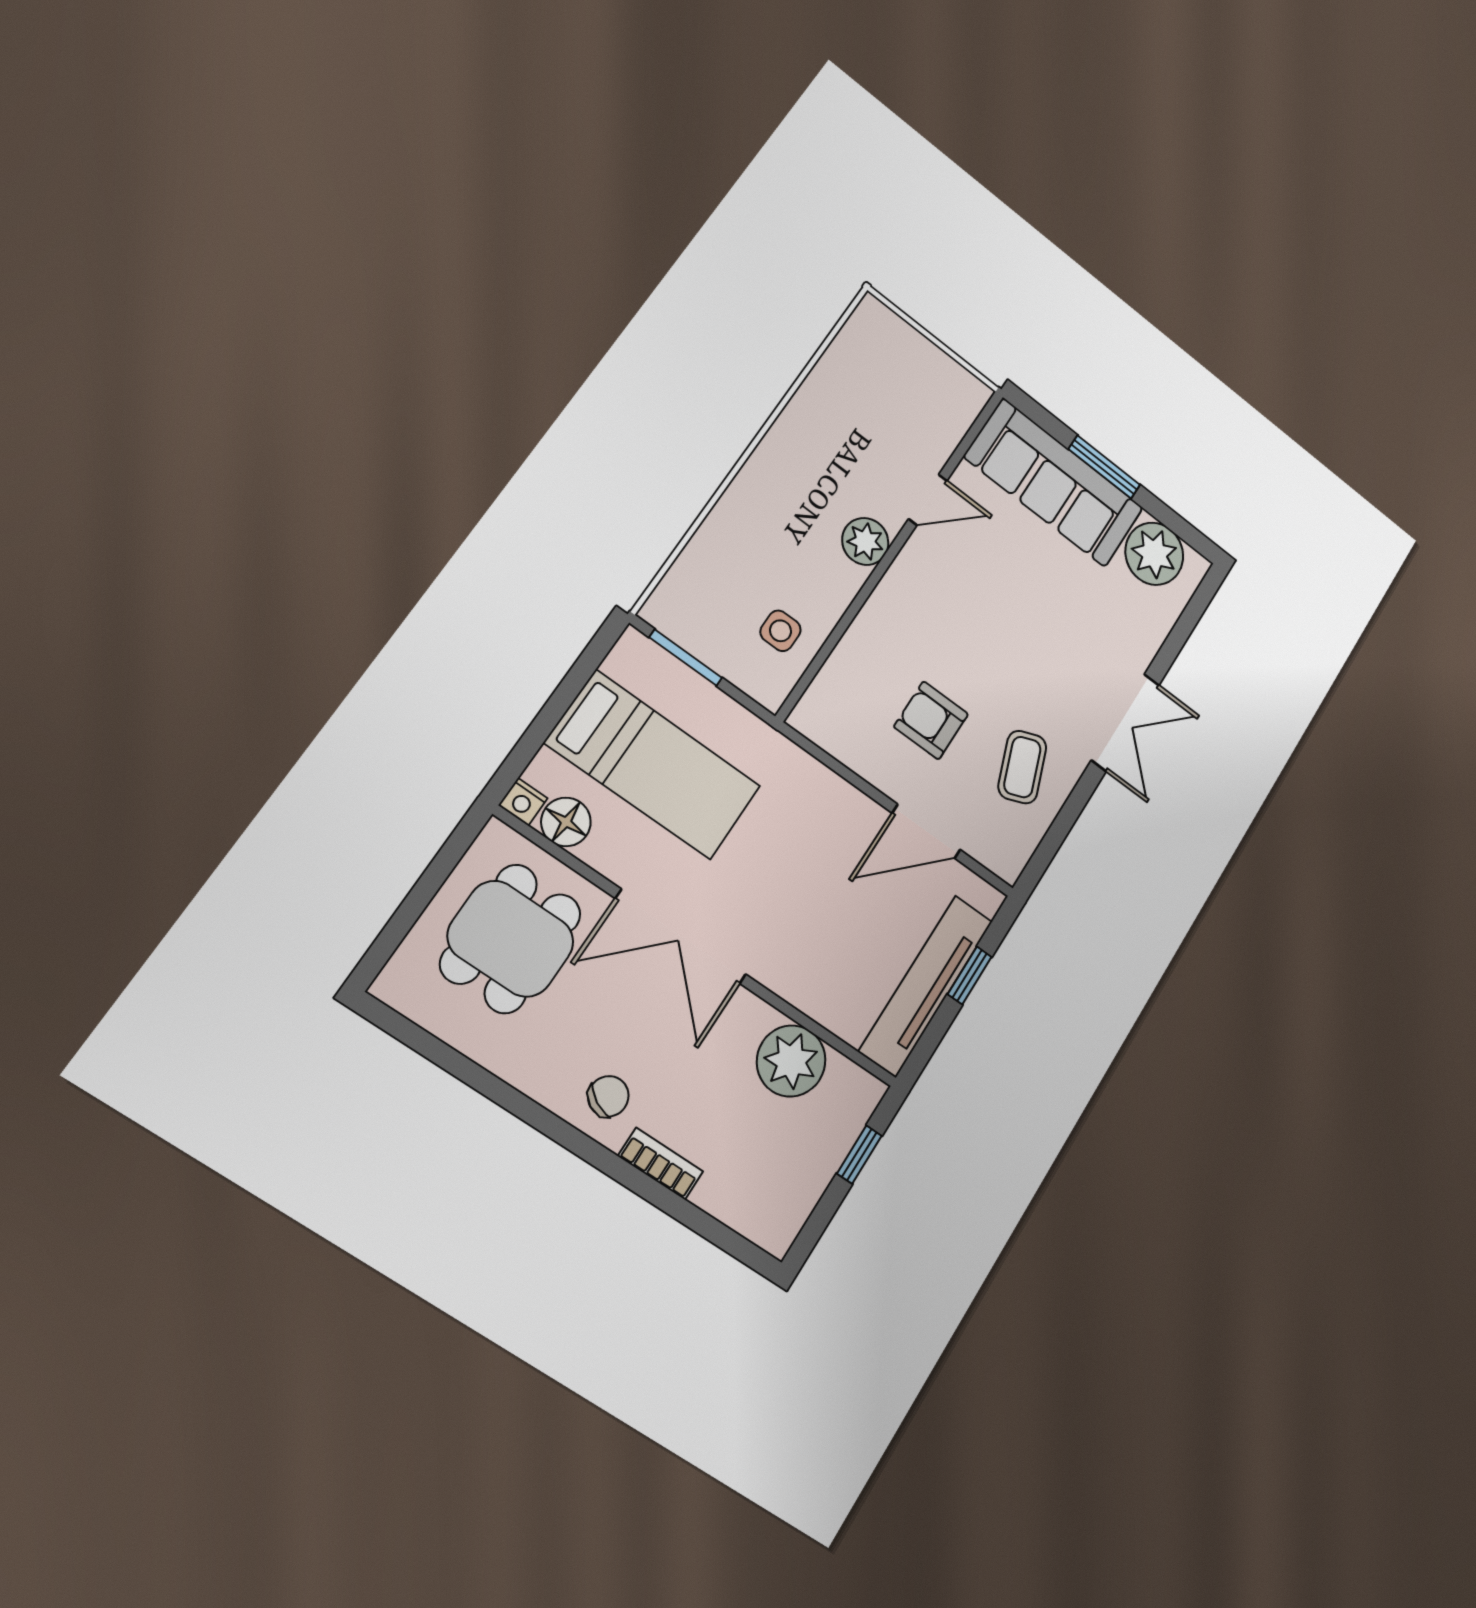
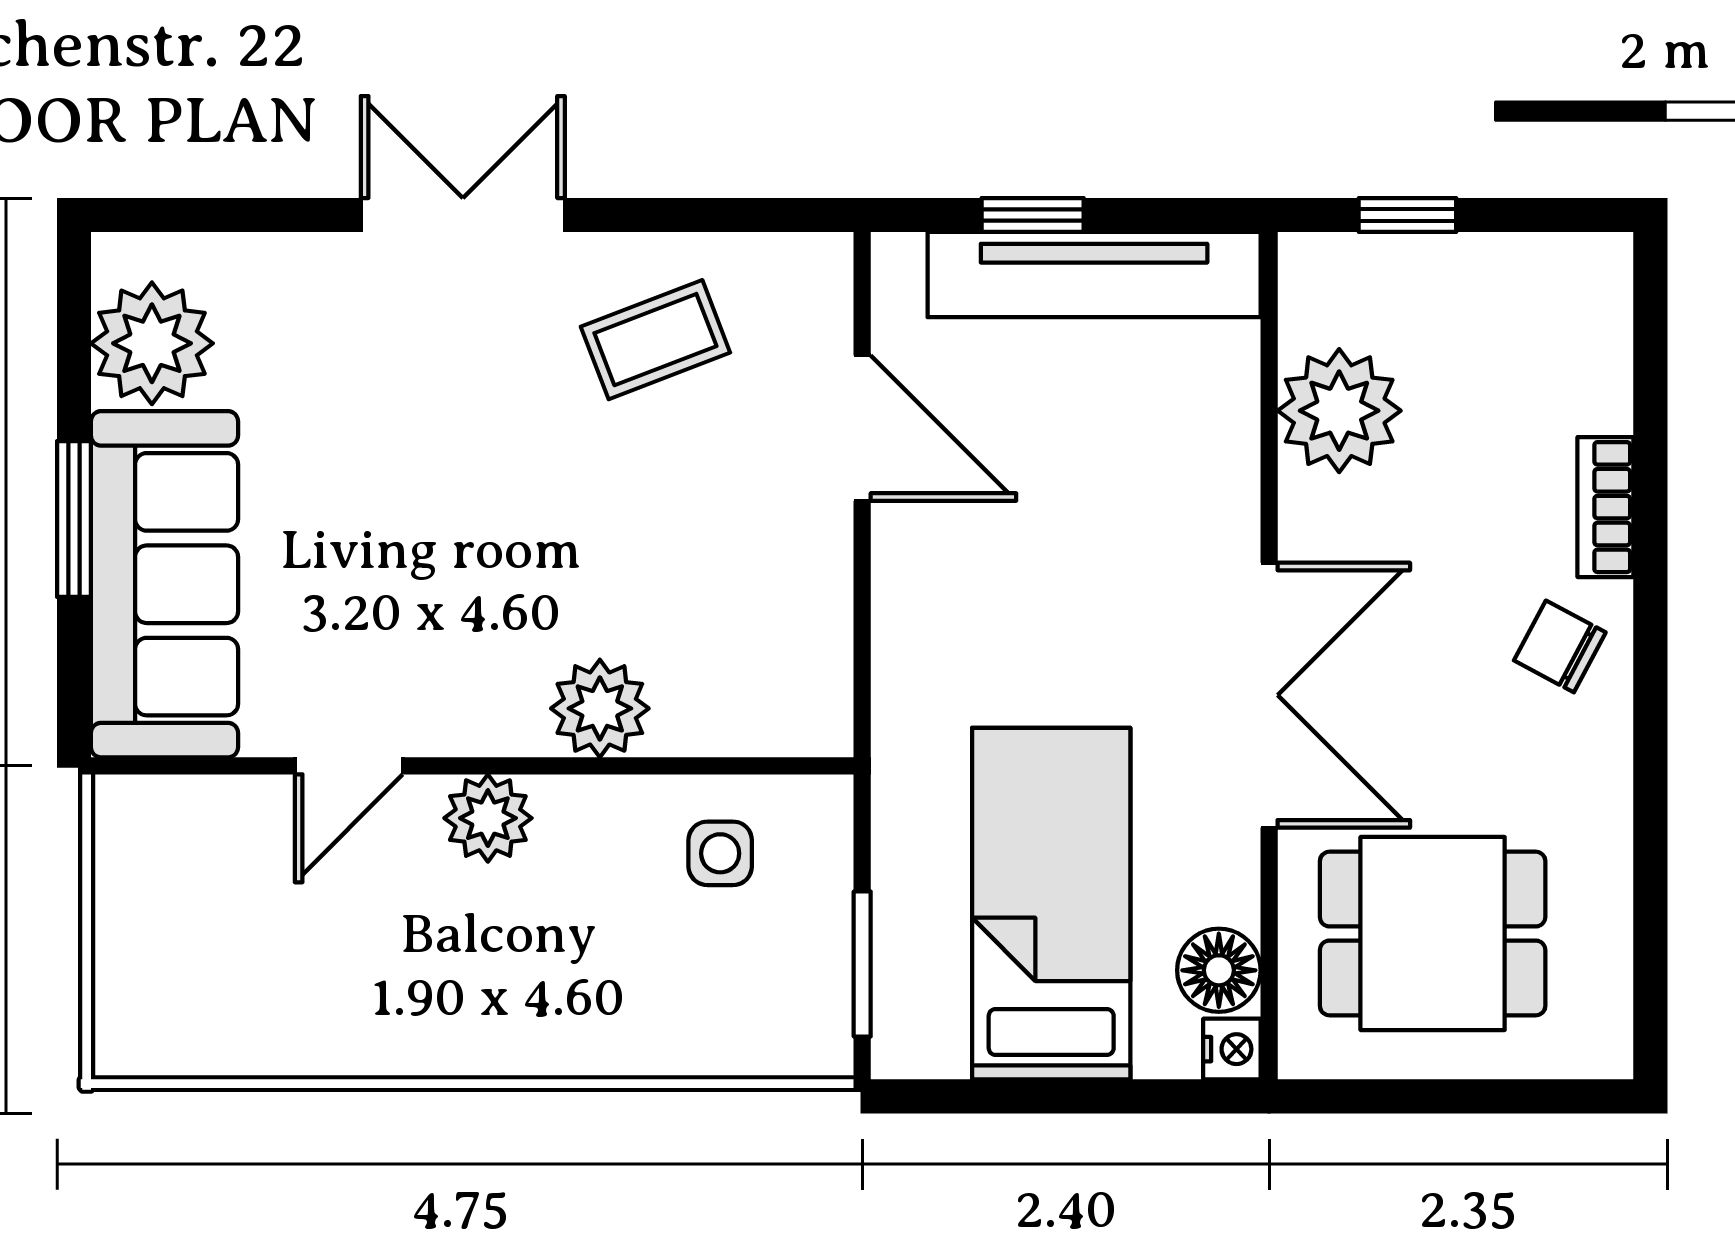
door: (928, 500) -> (349, 766), swing flipped
plant: (880, 626) -> (600, 708), added
armchair: (931, 720) -> (688, 533), removed

